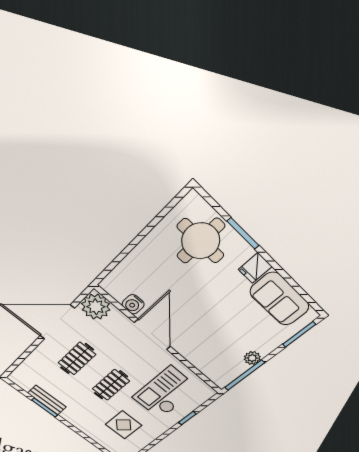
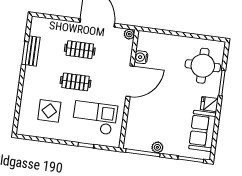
plant: (96, 307) -> (129, 34), width x0.53, depth x0.53

